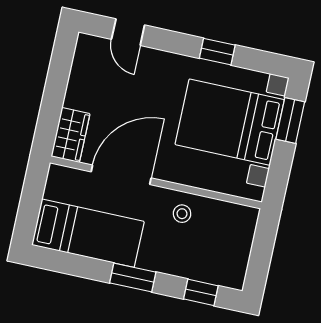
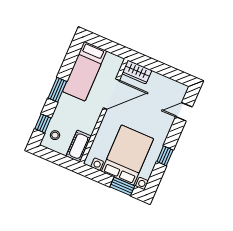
door: (121, 175) -> (111, 94), hinge flipped
stool: (182, 214) -> (55, 135), moved
cot: (231, 217) -> (79, 146), added

